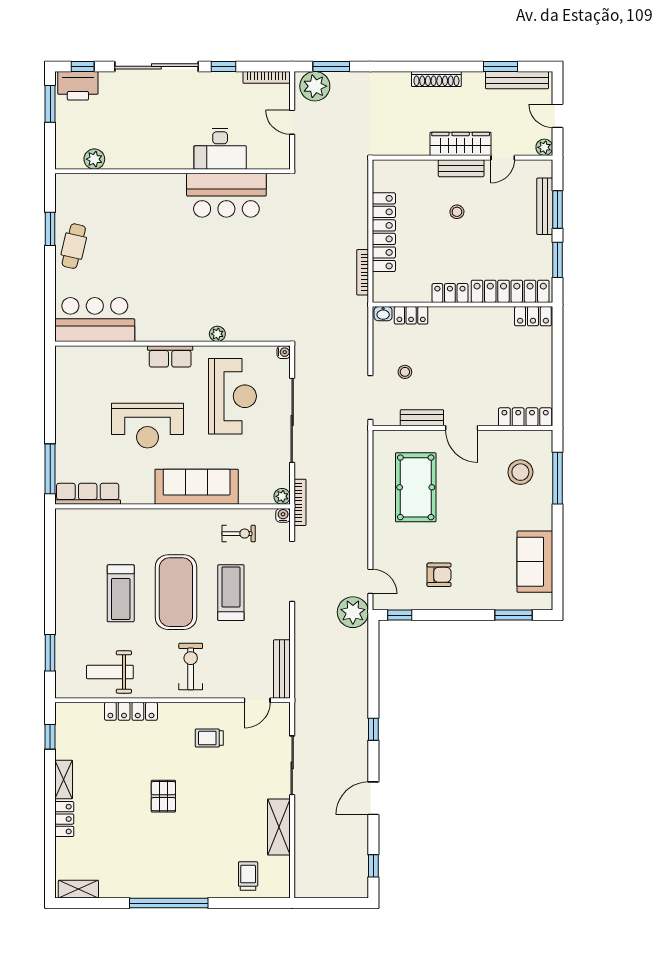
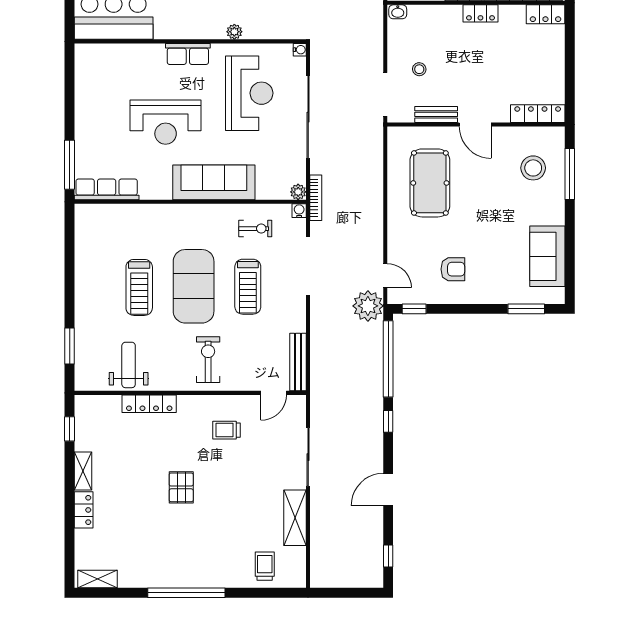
locker: (411, 315) -> (480, 13), moved
treadmill: (231, 593) -> (248, 287), turned 180
window: (373, 666) -> (388, 359), added
weight bench: (110, 672) -> (129, 365), turned 90

